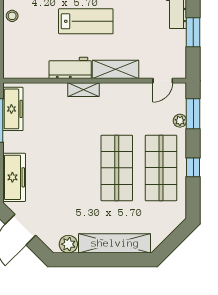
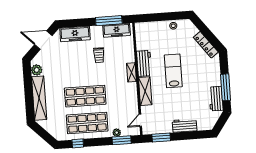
lab bench: (86, 21) -> (173, 71), turned 180
window: (193, 32) -> (161, 137), moved
door: (163, 81) -> (140, 120), hinge flipped
trolley: (51, 141) -> (99, 55), added
window: (193, 167) -> (78, 143), moved

